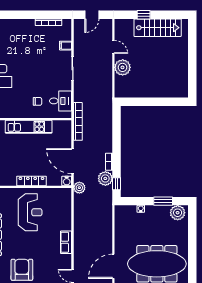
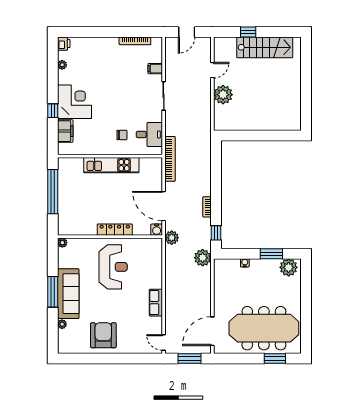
door: (113, 47) -> (212, 70), hinge flipped
plant: (105, 178) -> (203, 258), moved

